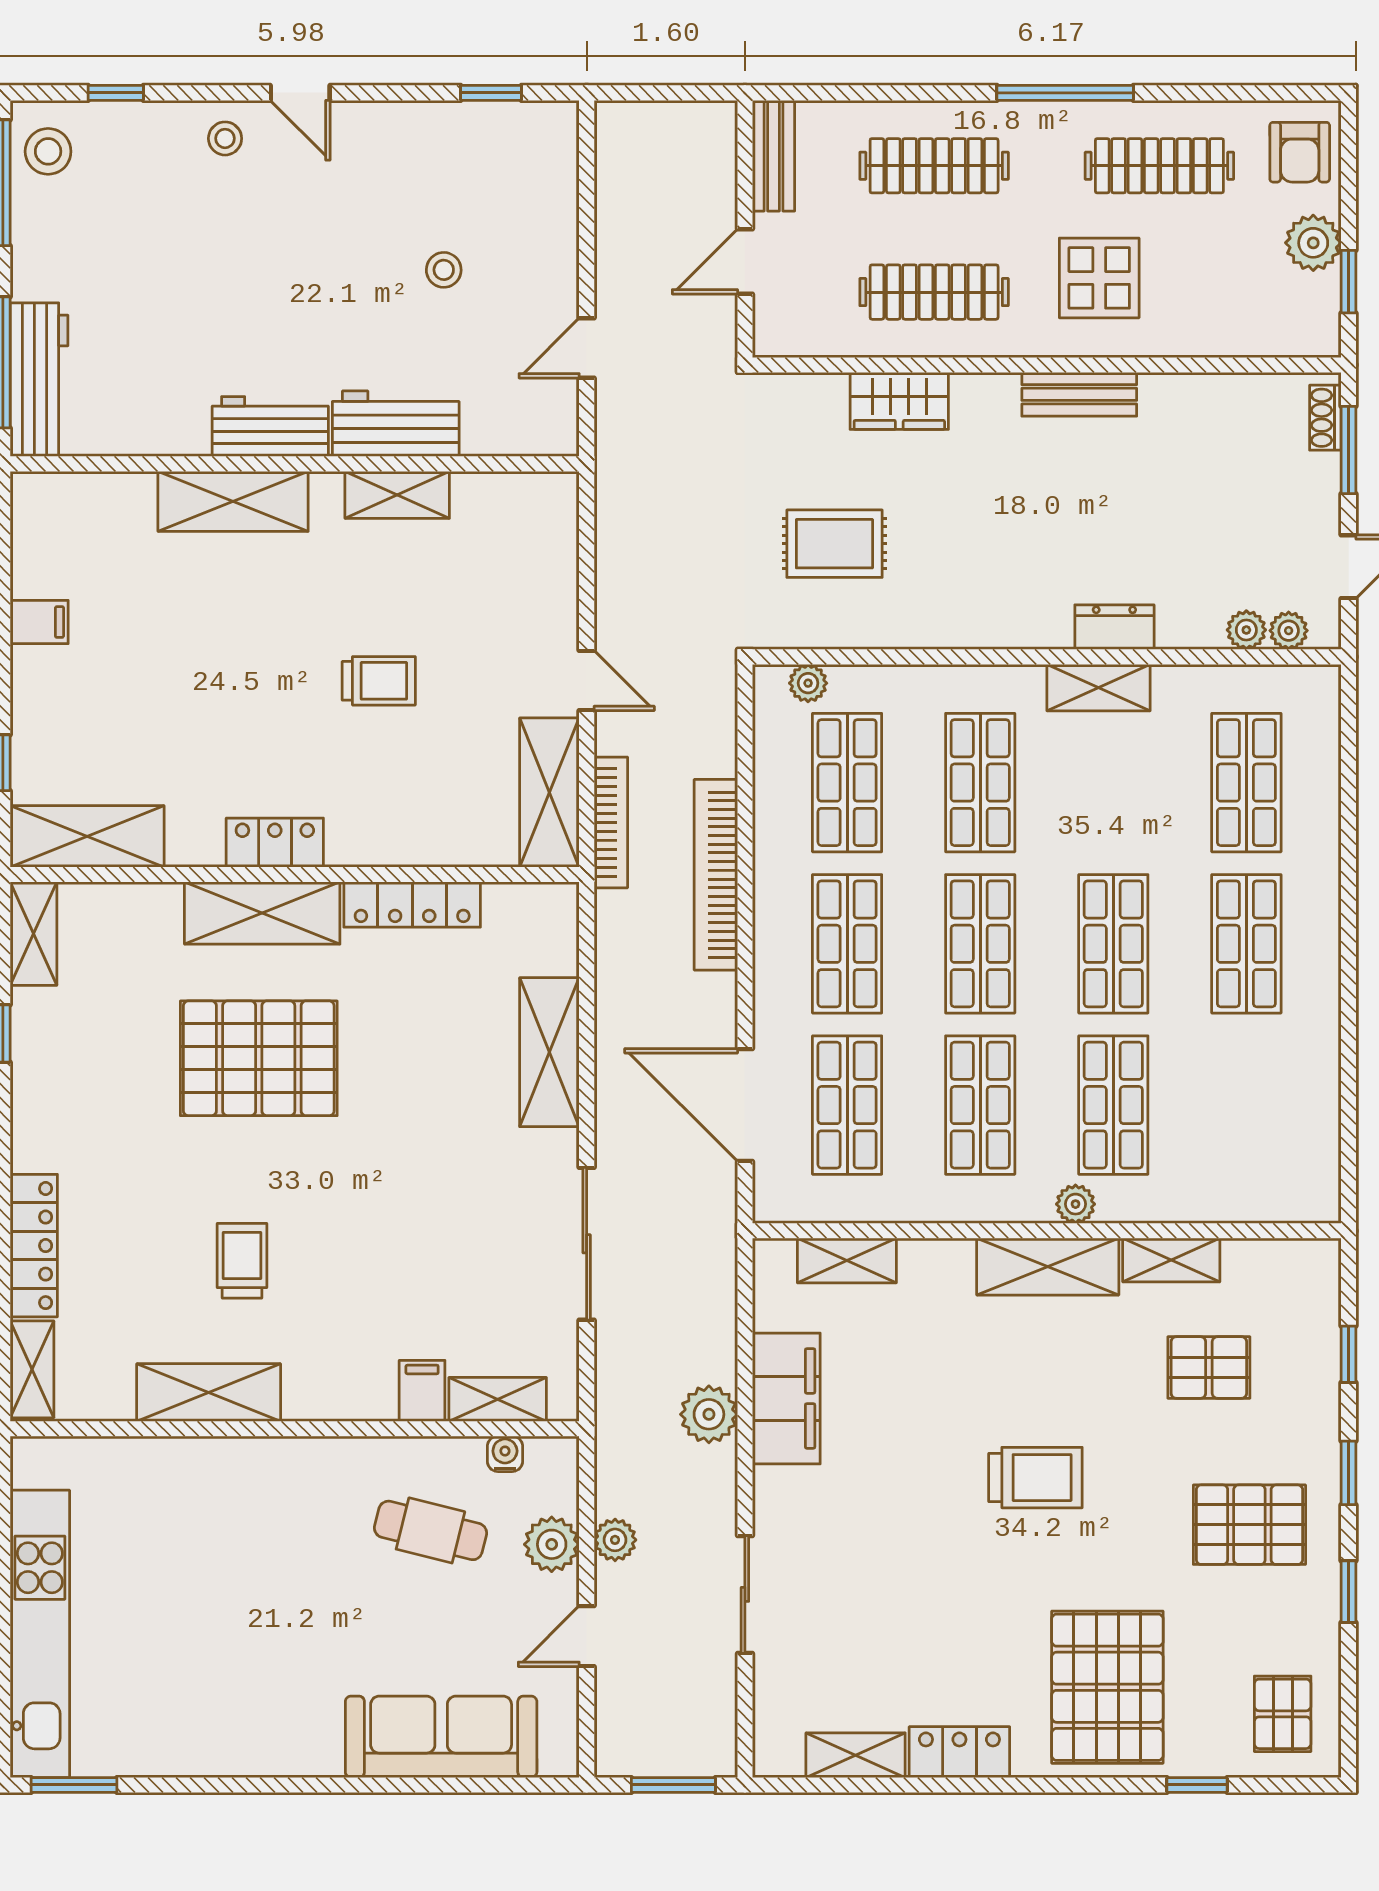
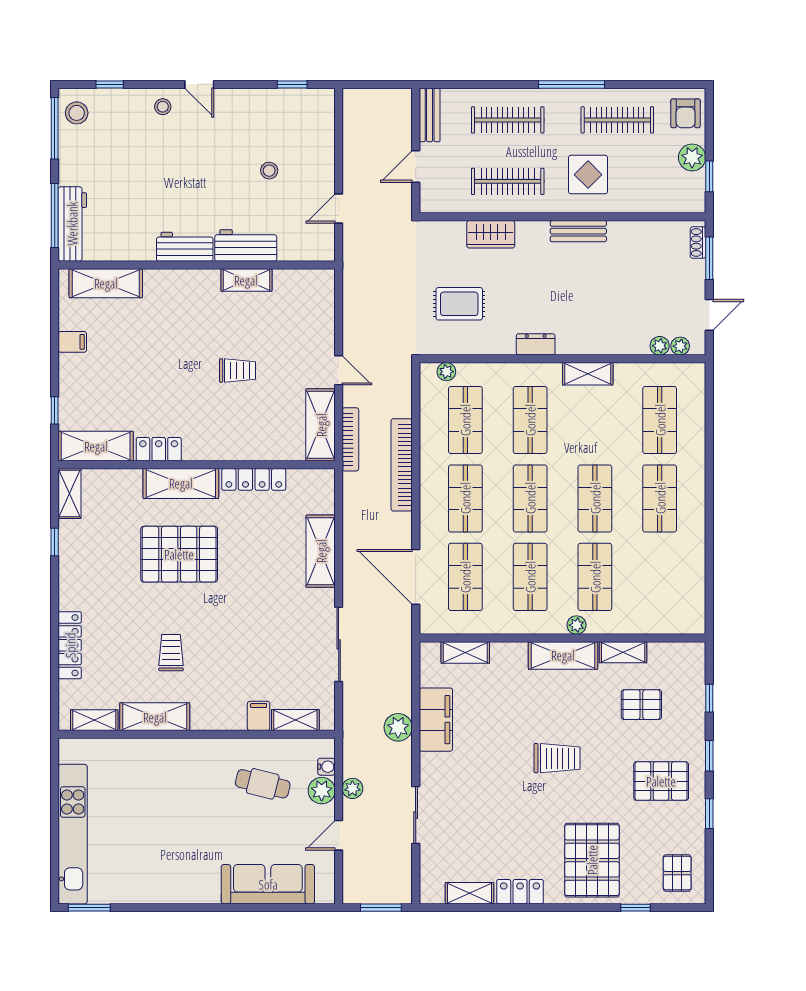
shelving: (233, 501) -> (106, 283), moved
dresser: (1114, 627) -> (536, 344), moved
locker: (275, 843) -> (159, 449), moved
shelving: (32, 1369) -> (94, 720), moved, turned 90
water cooler: (505, 1454) -> (326, 767), moved, turned 90

